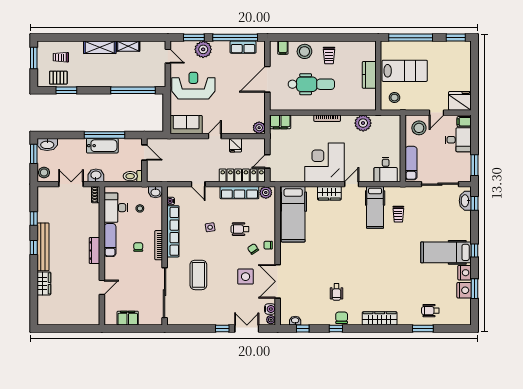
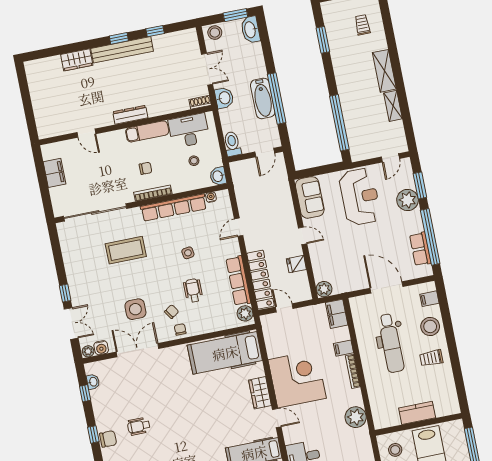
pallet: (58, 78) -> (336, 27), removed
filing cabinet: (308, 122) -> (343, 348), added

